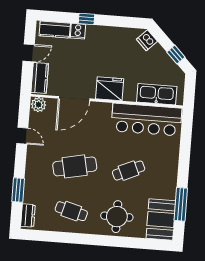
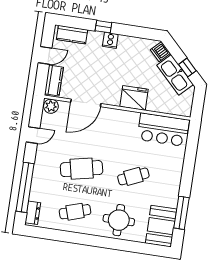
cooker: (78, 31) -> (110, 40), moved
fridge: (110, 89) -> (134, 98), moved
kitchen sink: (157, 94) -> (175, 75), moved, turned -135
bar counter: (146, 120) -> (163, 130), width x0.73
door: (22, 136) -> (33, 135), hinge flipped
window: (18, 190) -> (25, 187), width x2.11
cafe table: (71, 211) -> (75, 212), turned -33

